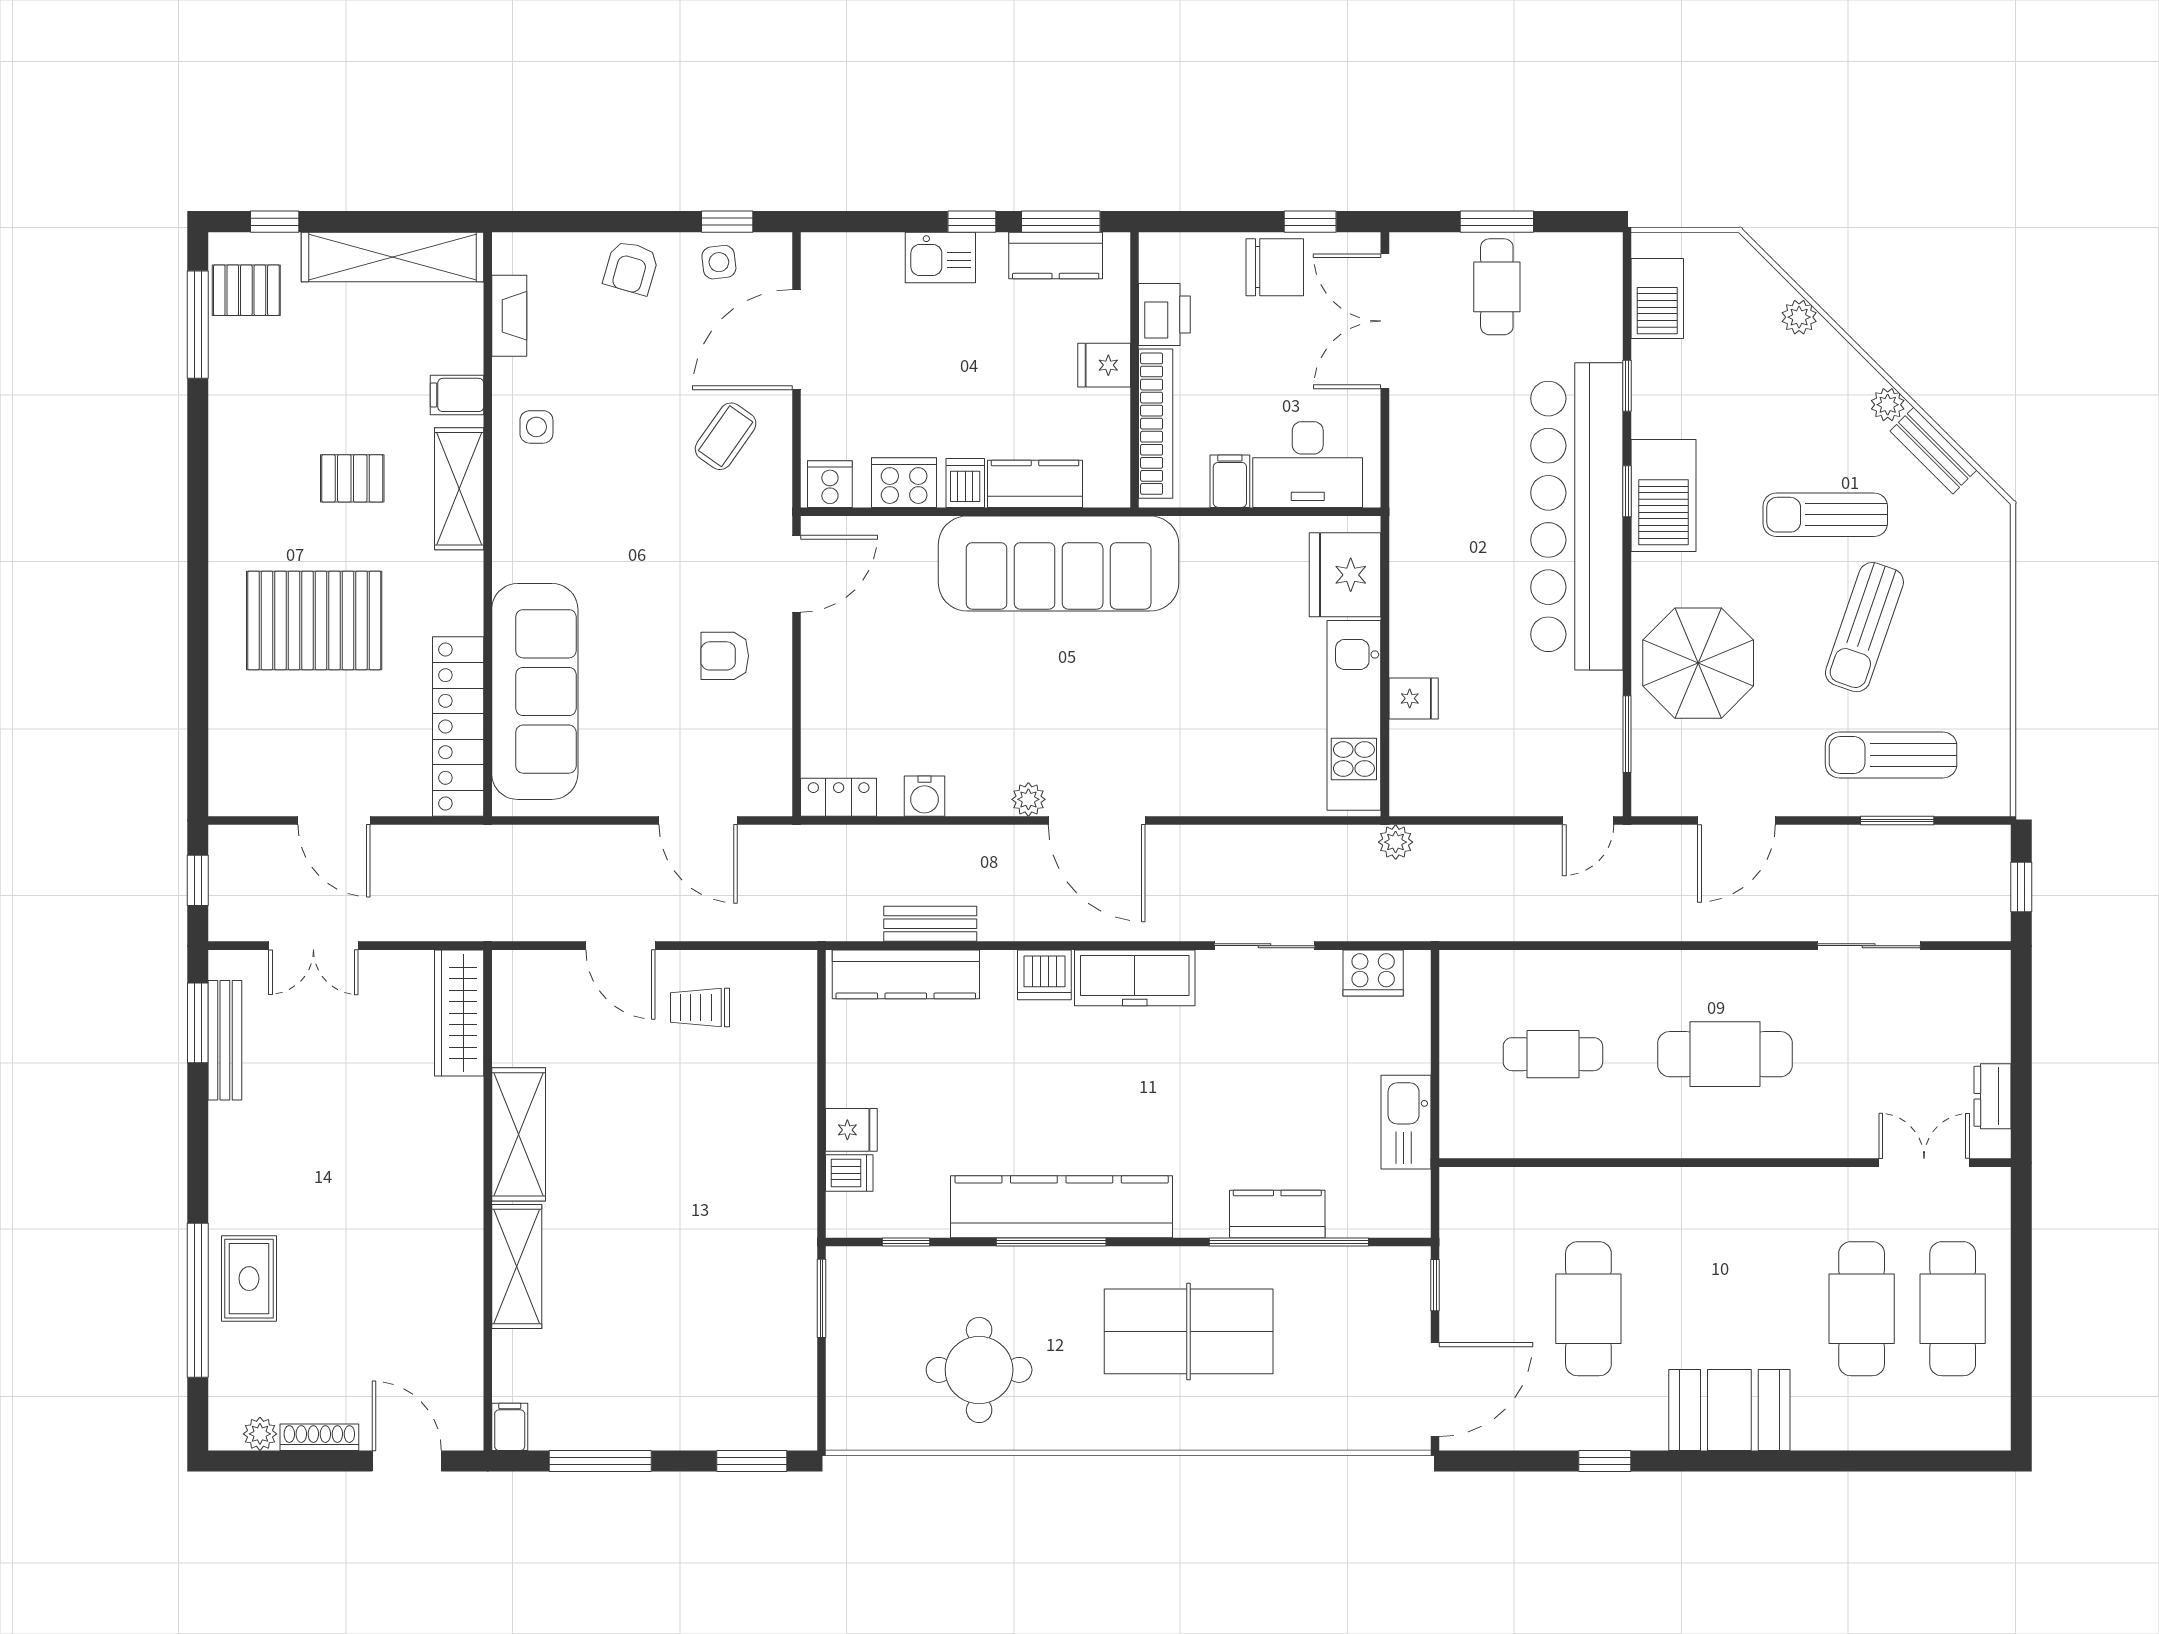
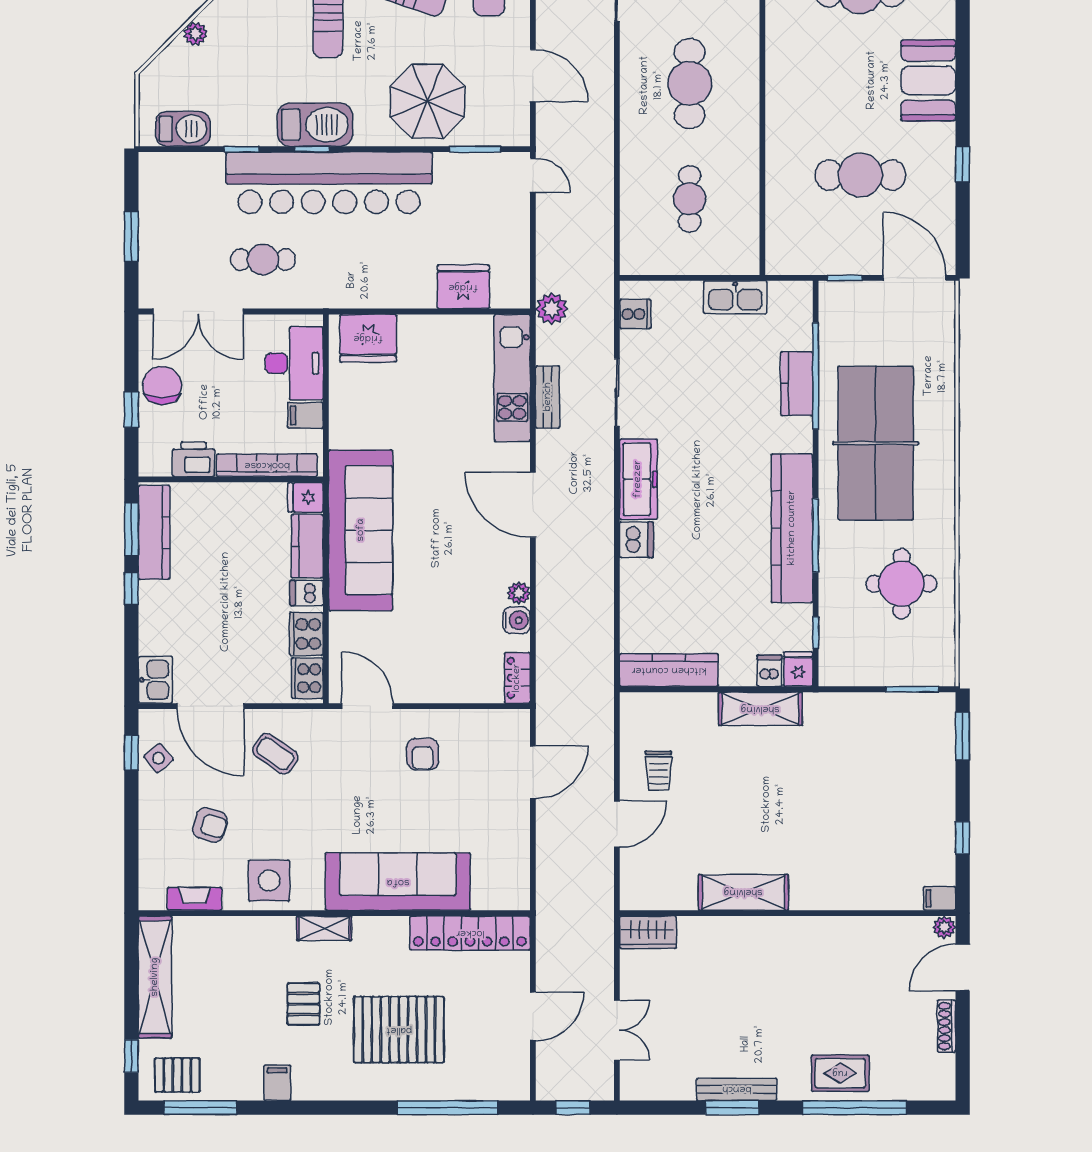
window: (1310, 222) -> (131, 410), moved
kitchen counter: (1056, 255) -> (154, 532), width x1.50
kitchen sink: (940, 257) -> (155, 680), moved
side table: (719, 262) -> (159, 758), turned -32
armchair: (631, 268) -> (210, 825), moved
cafe table: (1497, 287) -> (263, 260), moved
pallet: (246, 290) -> (177, 1075), turned 90
fridge: (1104, 365) -> (305, 497), moved, turned 90
filing cabinet: (457, 395) -> (277, 1083), moved, turned 180
side table: (536, 427) -> (269, 880), width x1.87, depth x1.87
cooker: (830, 484) -> (307, 678), width x1.36
shelving: (459, 489) -> (324, 928), width x0.67, depth x0.75
pallet: (314, 620) -> (399, 1030), turned 90
sofa: (535, 691) -> (398, 882), moved
window: (198, 693) -> (448, 1108), added
fridge: (1414, 698) -> (463, 287), width x1.88, depth x1.34
kitchen unit: (1354, 715) -> (512, 378), moved, turned 90
plant: (1028, 799) -> (519, 593), moved
door: (1097, 820) -> (533, 505), swing flipped
plant: (1396, 842) -> (552, 309), width x1.38, depth x1.38
bench: (930, 924) -> (548, 397), moved
cooker: (1373, 973) -> (635, 314), width x0.73
kitchen counter: (906, 974) -> (669, 670), moved, turned -90
wardrobe: (459, 1013) -> (648, 932), width x0.67
window: (198, 1023) -> (732, 1108), moved
bench: (225, 1040) -> (737, 1089), moved
fridge: (851, 1130) -> (798, 669), moved
shelving: (517, 1267) -> (760, 709), moved
window: (822, 1298) -> (913, 689), moved
table tennis table: (1189, 1331) -> (876, 443), width x1.36, depth x1.32
plant: (260, 1434) -> (944, 927), moved
window: (600, 1461) -> (963, 838), width x0.46

